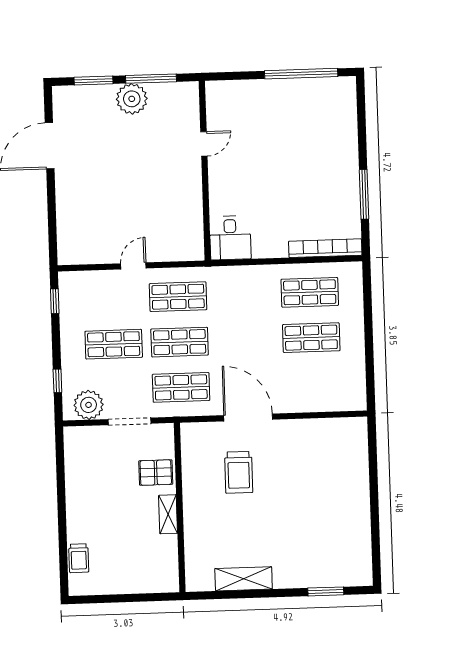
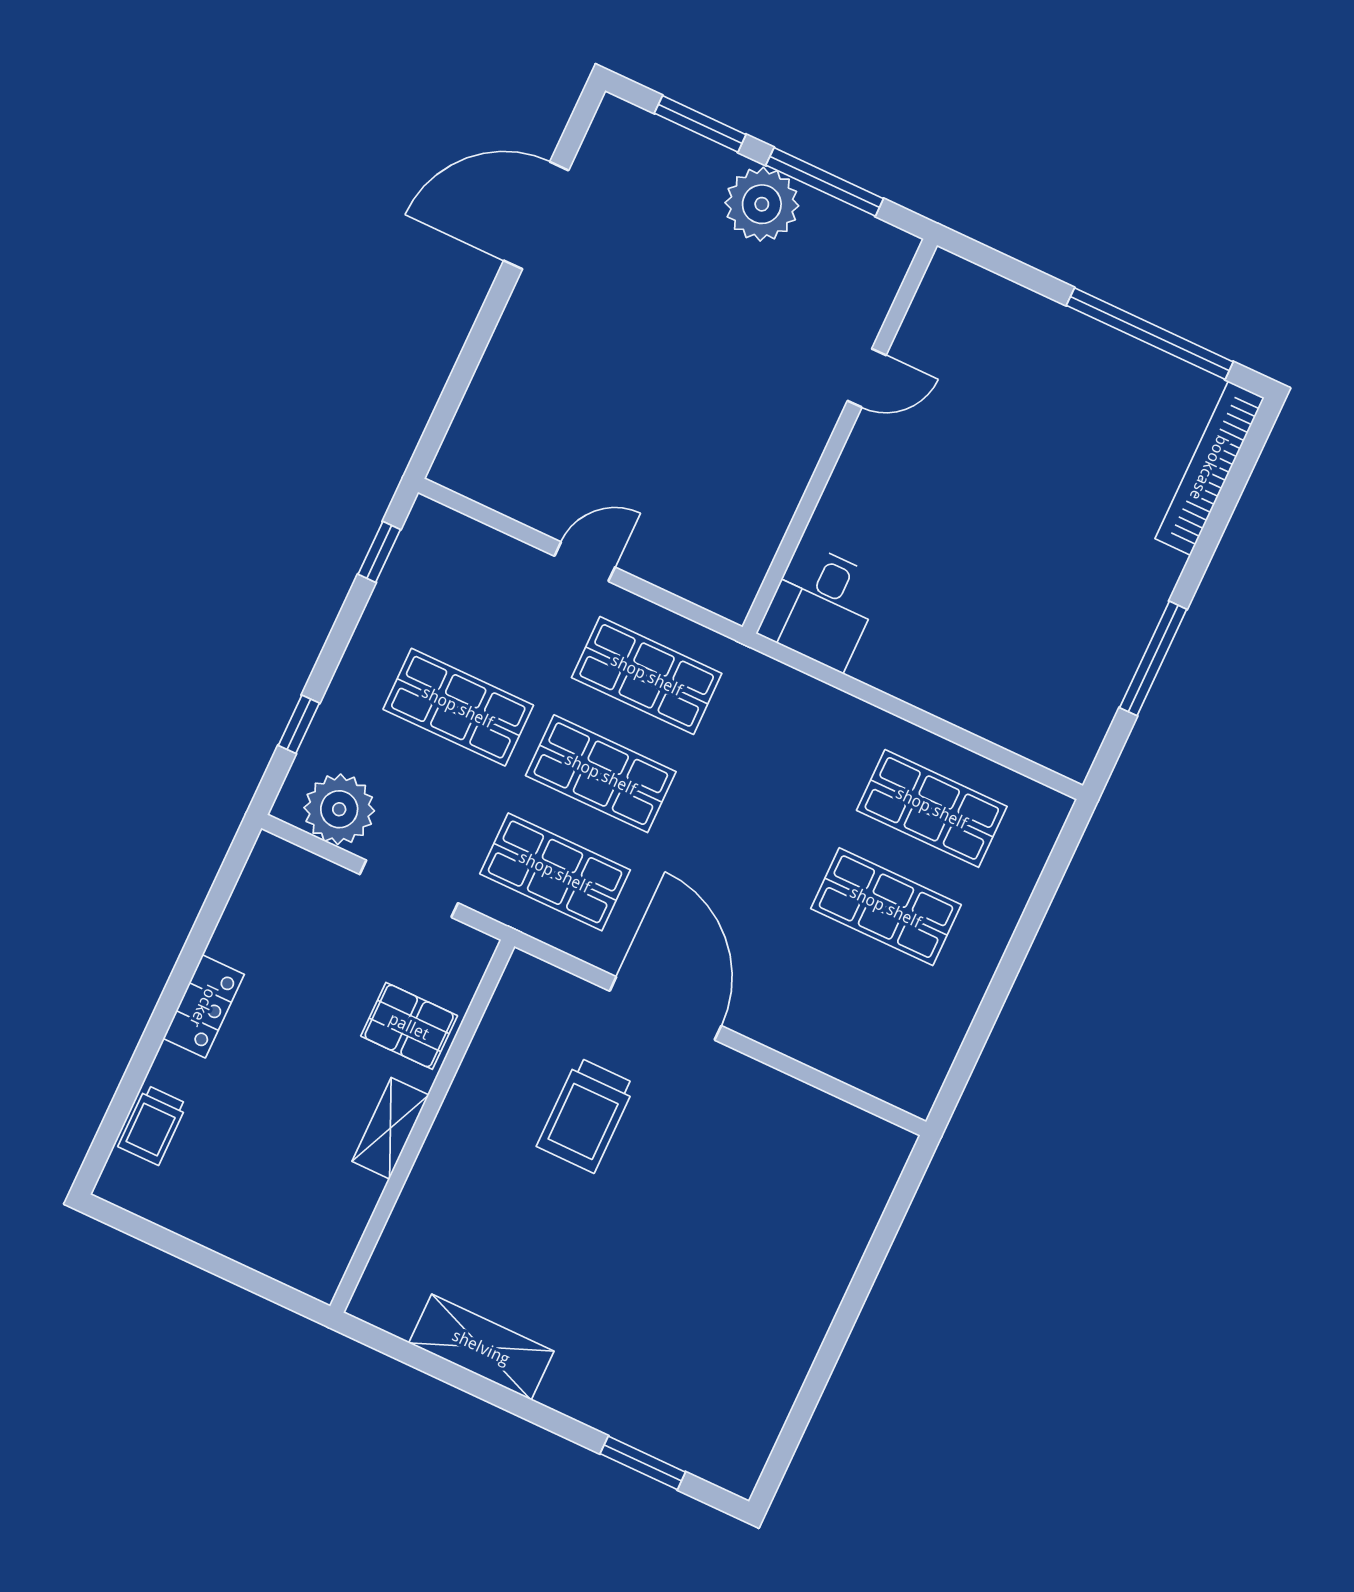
bookcase: (325, 248) -> (1209, 468), moved, turned -90
locker: (75, 504) -> (204, 1006), added

